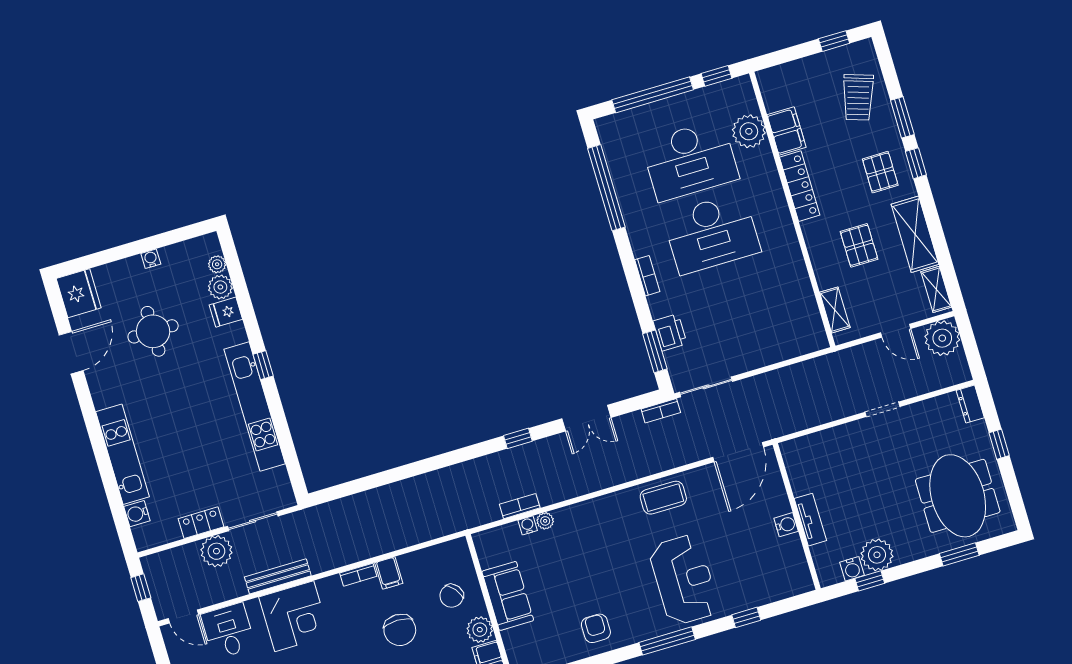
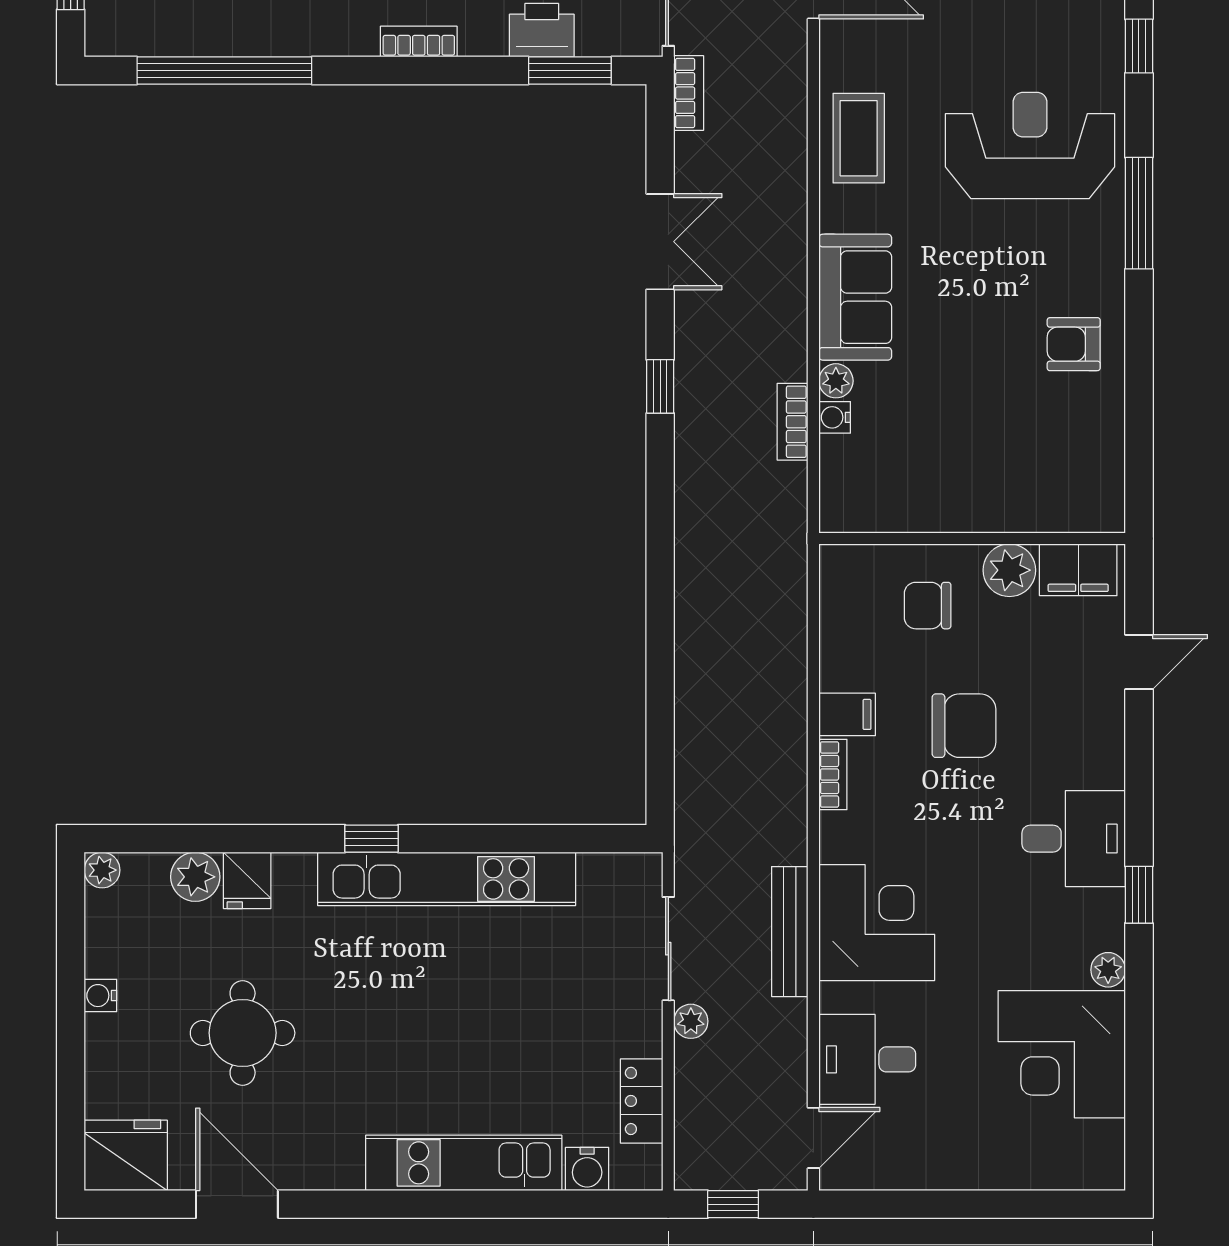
plant: (217, 264) -> (102, 870), moved
locker: (201, 523) -> (642, 1101), moved
plant: (216, 551) -> (691, 1021), width x0.53, depth x0.53
chair: (452, 596) -> (928, 606), turned 128
sofa: (508, 596) -> (855, 297), moved, turned 90

